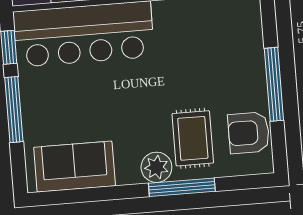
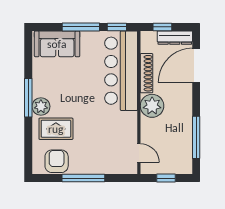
sofa: (75, 167) -> (57, 44), moved, turned 90
window: (182, 187) -> (28, 98), moved

